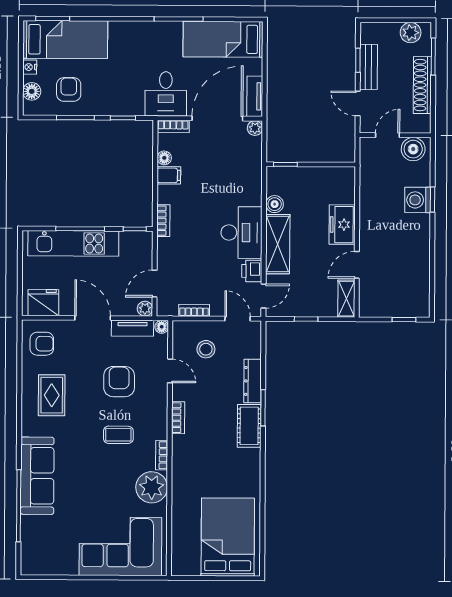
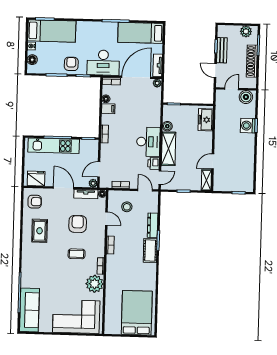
armchair: (69, 89) -> (71, 64), moved
desk: (166, 94) -> (103, 63), width x1.37
freezer: (342, 225) -> (206, 120), moved
sofa: (37, 476) -> (29, 310), moved

